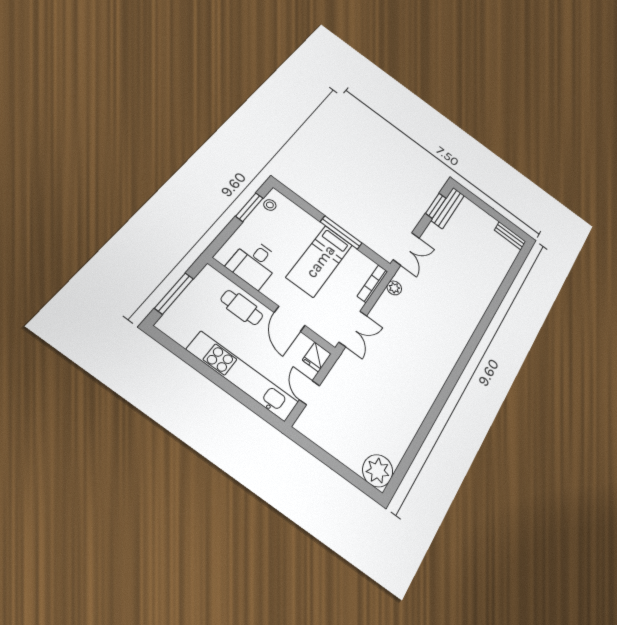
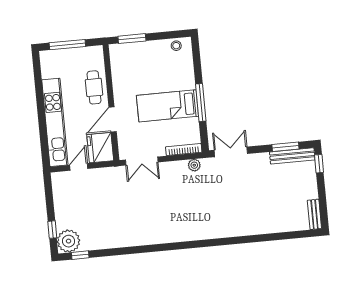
window: (470, 196) -> (319, 164), added
window: (249, 207) -> (132, 39), moved
double door: (406, 249) -> (231, 152), swing flipped
desk: (254, 263) -> (128, 70), removed
fridge: (317, 357) -> (100, 148), width x1.88, depth x1.34
window: (401, 471) -> (80, 255), added
window: (353, 478) -> (52, 230), added

